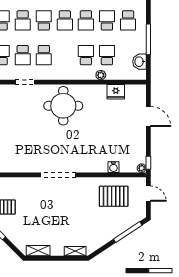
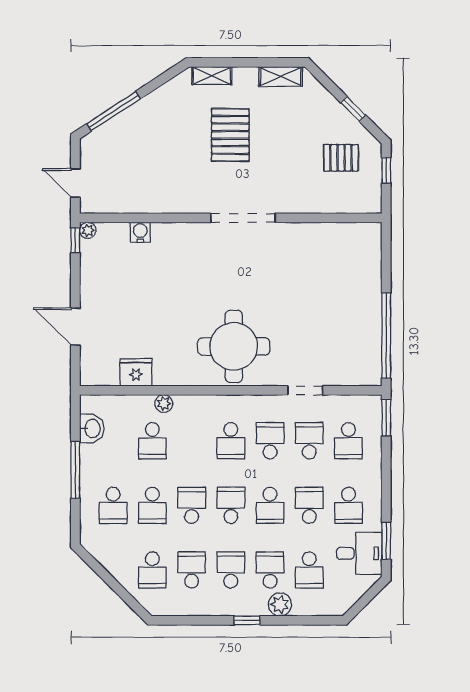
school desk: (128, 20) -> (113, 505), turned 180
school desk: (86, 55) -> (231, 441), moved
pallet: (114, 196) -> (230, 135), moved, turned 90

